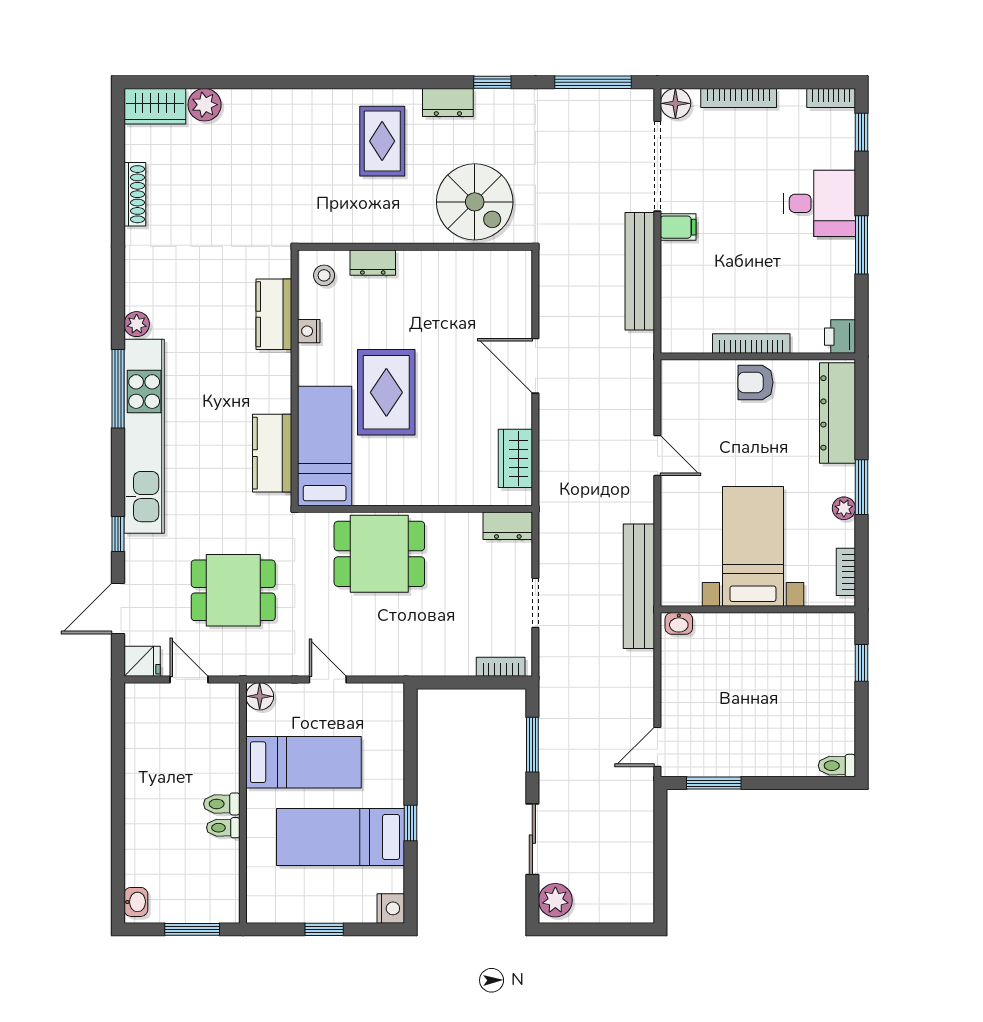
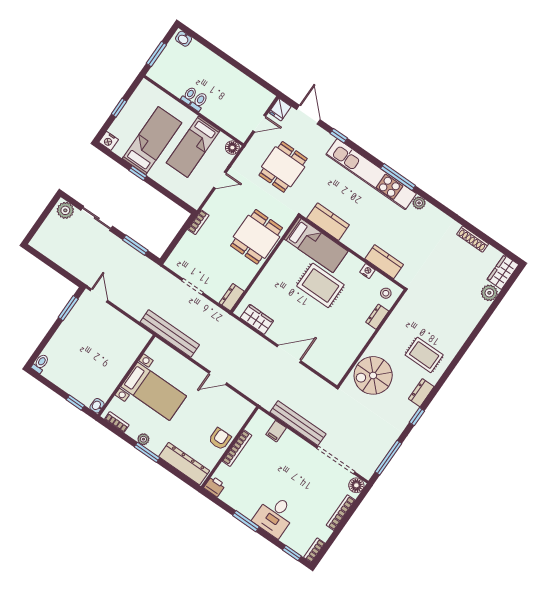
filing cabinet: (678, 227) -> (276, 431), moved
washbasin: (679, 623) -> (97, 406), moved
bookcase: (501, 667) -> (198, 222), moved

